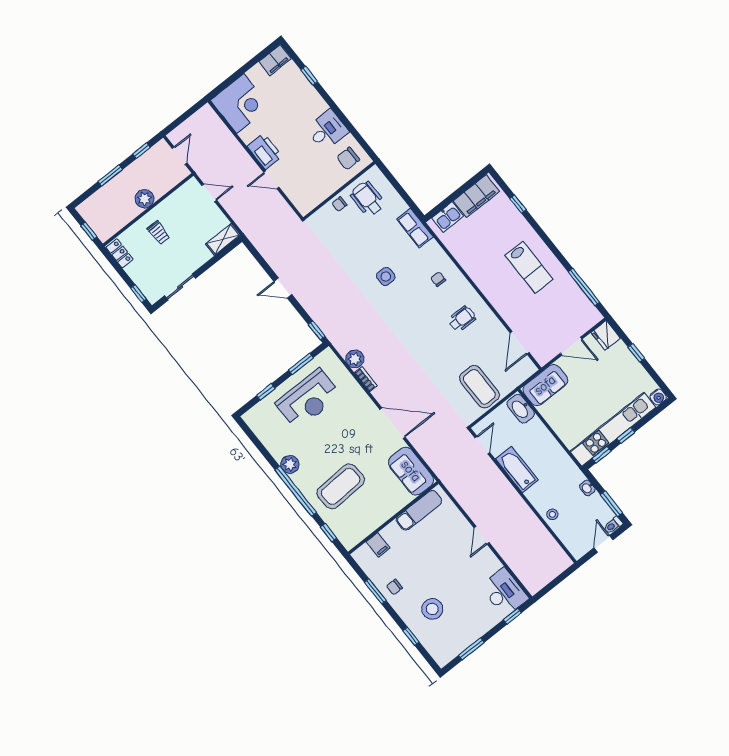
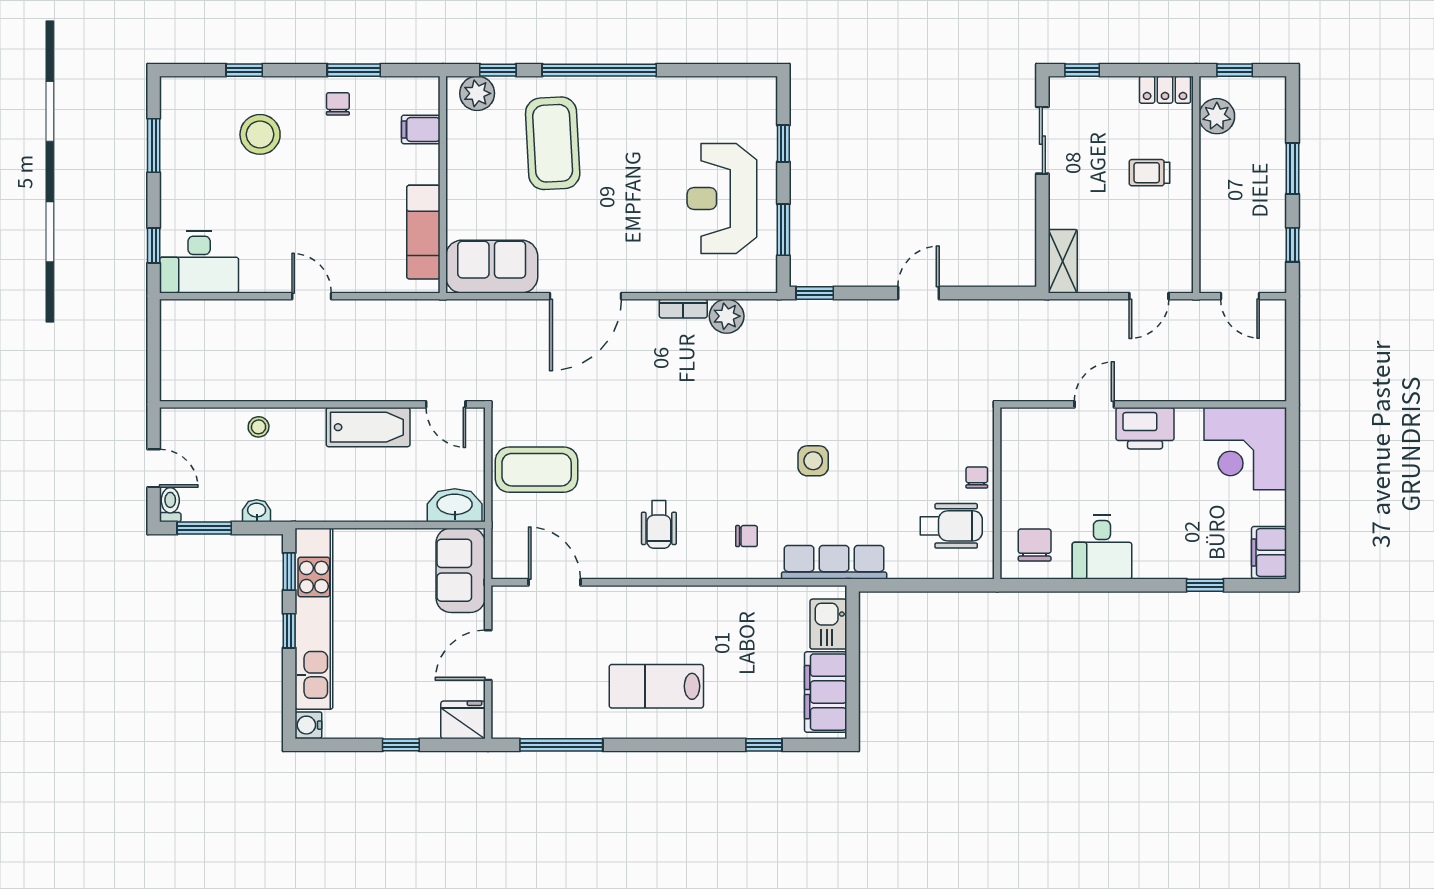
plant: (145, 199) -> (1217, 116), moved
row of seats: (415, 228) -> (834, 562), width x1.48
plant: (290, 464) -> (477, 93), moved

